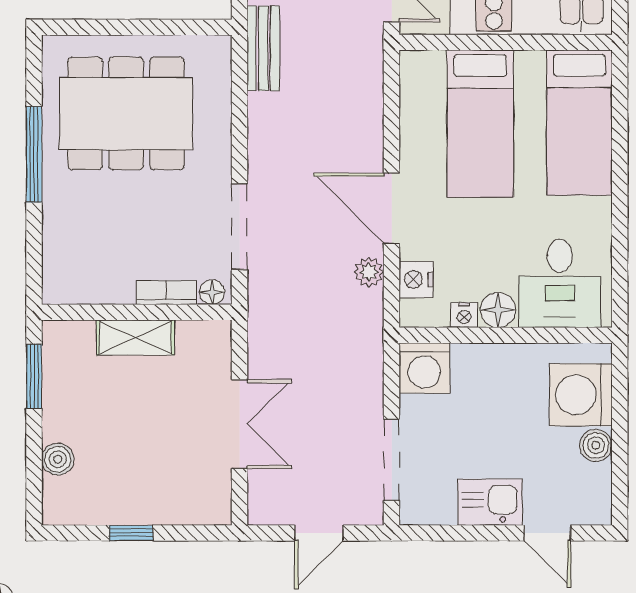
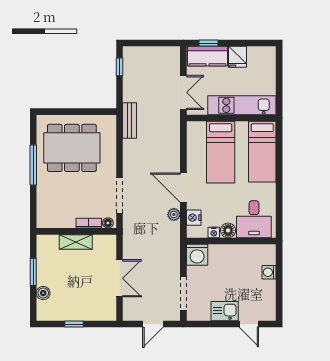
window: (34, 376) -> (33, 272), moved
washing machine: (581, 395) -> (269, 272), width x0.53, depth x0.53
boiler: (596, 445) -> (269, 287), removed

